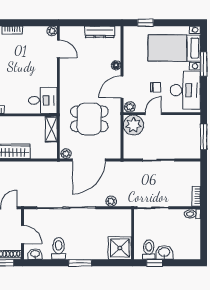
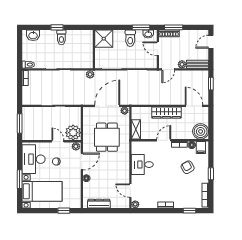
desk: (43, 100) -> (142, 165), moved
door: (153, 114) -> (58, 141), swing flipped
door: (15, 115) -> (164, 140), added
dining table: (89, 119) -> (107, 137), turned 90
wall: (133, 234) -> (94, 49), moved
shower: (120, 248) -> (104, 39), moved
washbasin: (164, 252) -> (33, 35), moved
window: (80, 263) -> (141, 27), moved

